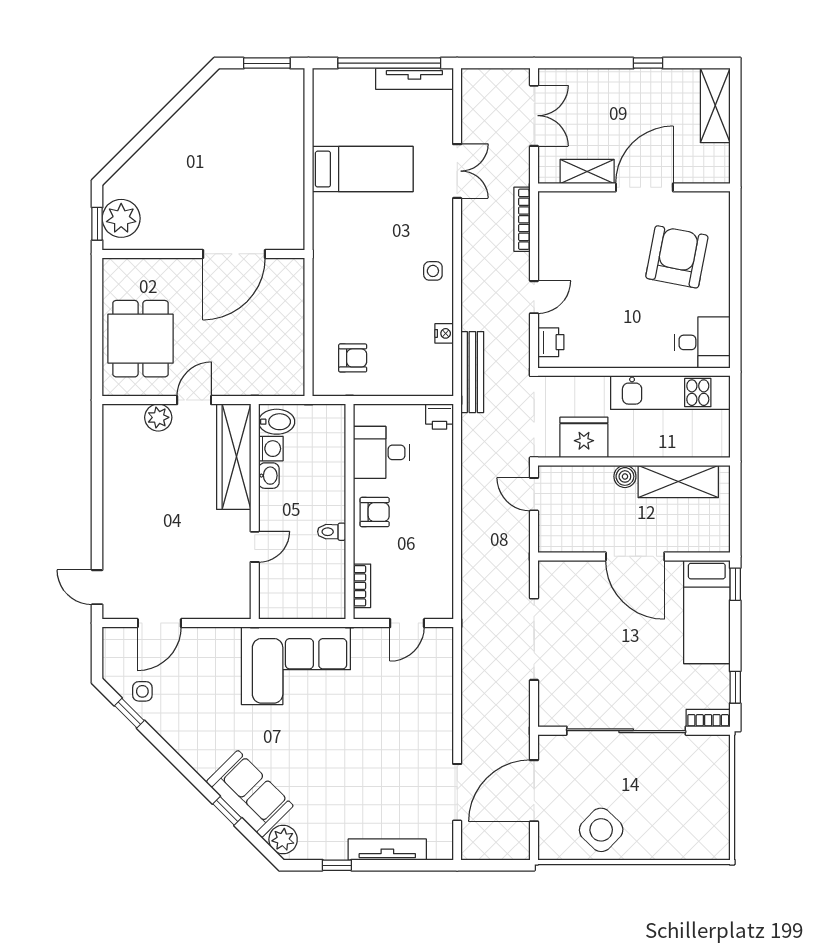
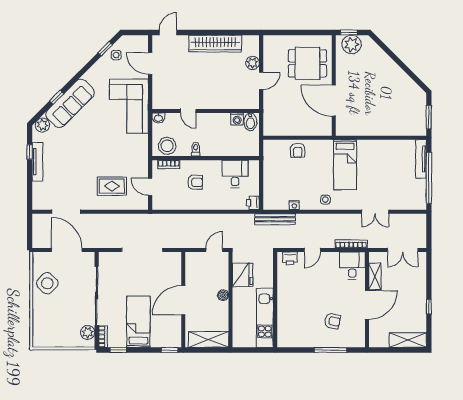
tv unit: (414, 79) -> (421, 159), moved
bed: (363, 169) -> (345, 165), moved
door: (644, 187) -> (367, 305), hinge flipped
armchair: (677, 257) -> (332, 321), width x0.53, depth x0.53
window: (735, 261) -> (331, 350), added
door: (534, 297) -> (312, 250), hinge flipped
dining table: (140, 339) -> (307, 63), moved
desk: (702, 342) -> (352, 266), moved, turned 180
armchair: (353, 358) -> (298, 150), moved
door: (194, 400) -> (261, 81), hinge flipped
wardrobe: (234, 457) -> (215, 44), moved, turned 180
washbasin: (269, 476) -> (158, 118), moved
shelving: (678, 482) -> (209, 339), moved, turned 90
armchair: (375, 512) -> (195, 182), moved, turned -90
stool: (325, 589) -> (167, 146), added
bed: (707, 612) -> (138, 322), moved, turned 90
corner sofa: (296, 666) -> (129, 106), moved
rug: (406, 700) -> (112, 186), added
plant: (700, 749) -> (88, 332), added
sofa: (250, 794) -> (70, 103), width x1.36
tv unit: (387, 850) -> (37, 162), moved

